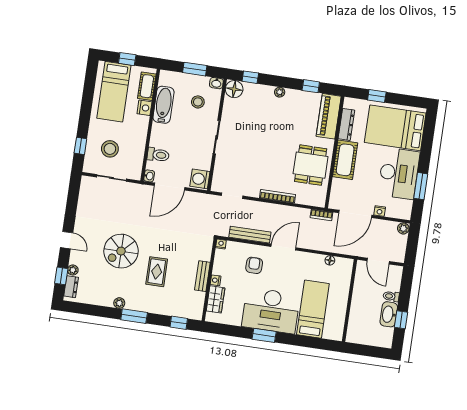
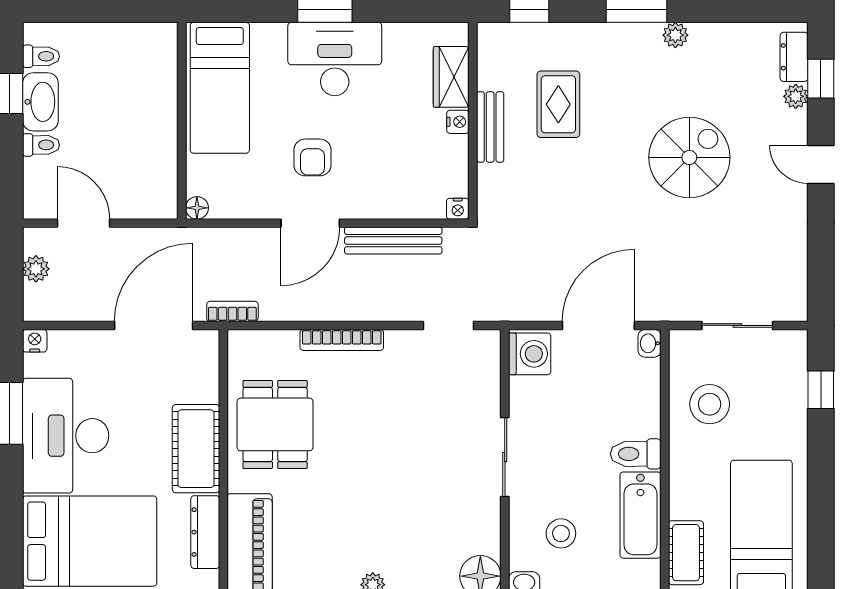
nightstand: (144, 108) -> (684, 501), removed
stool: (110, 149) -> (710, 404), moved
toilet: (158, 155) -> (636, 454), moved
nightstand: (380, 211) -> (35, 341), moved
plant: (403, 228) -> (36, 269), moved
armchair: (254, 265) -> (312, 157), moved
rug: (157, 272) -> (558, 104), moved
wall: (350, 300) -> (182, 121), moved
desk: (271, 311) -> (335, 59), width x0.73, depth x0.77
toilet: (386, 333) -> (41, 56), added

